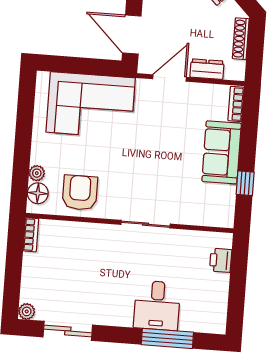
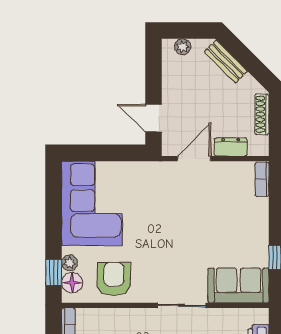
door: (132, 35) -> (153, 118), width x0.73
corner sofa: (91, 105) -> (92, 203), moved, turned -90
sofa: (222, 152) -> (238, 285), moved, turned 90
window: (20, 182) -> (54, 273), added

